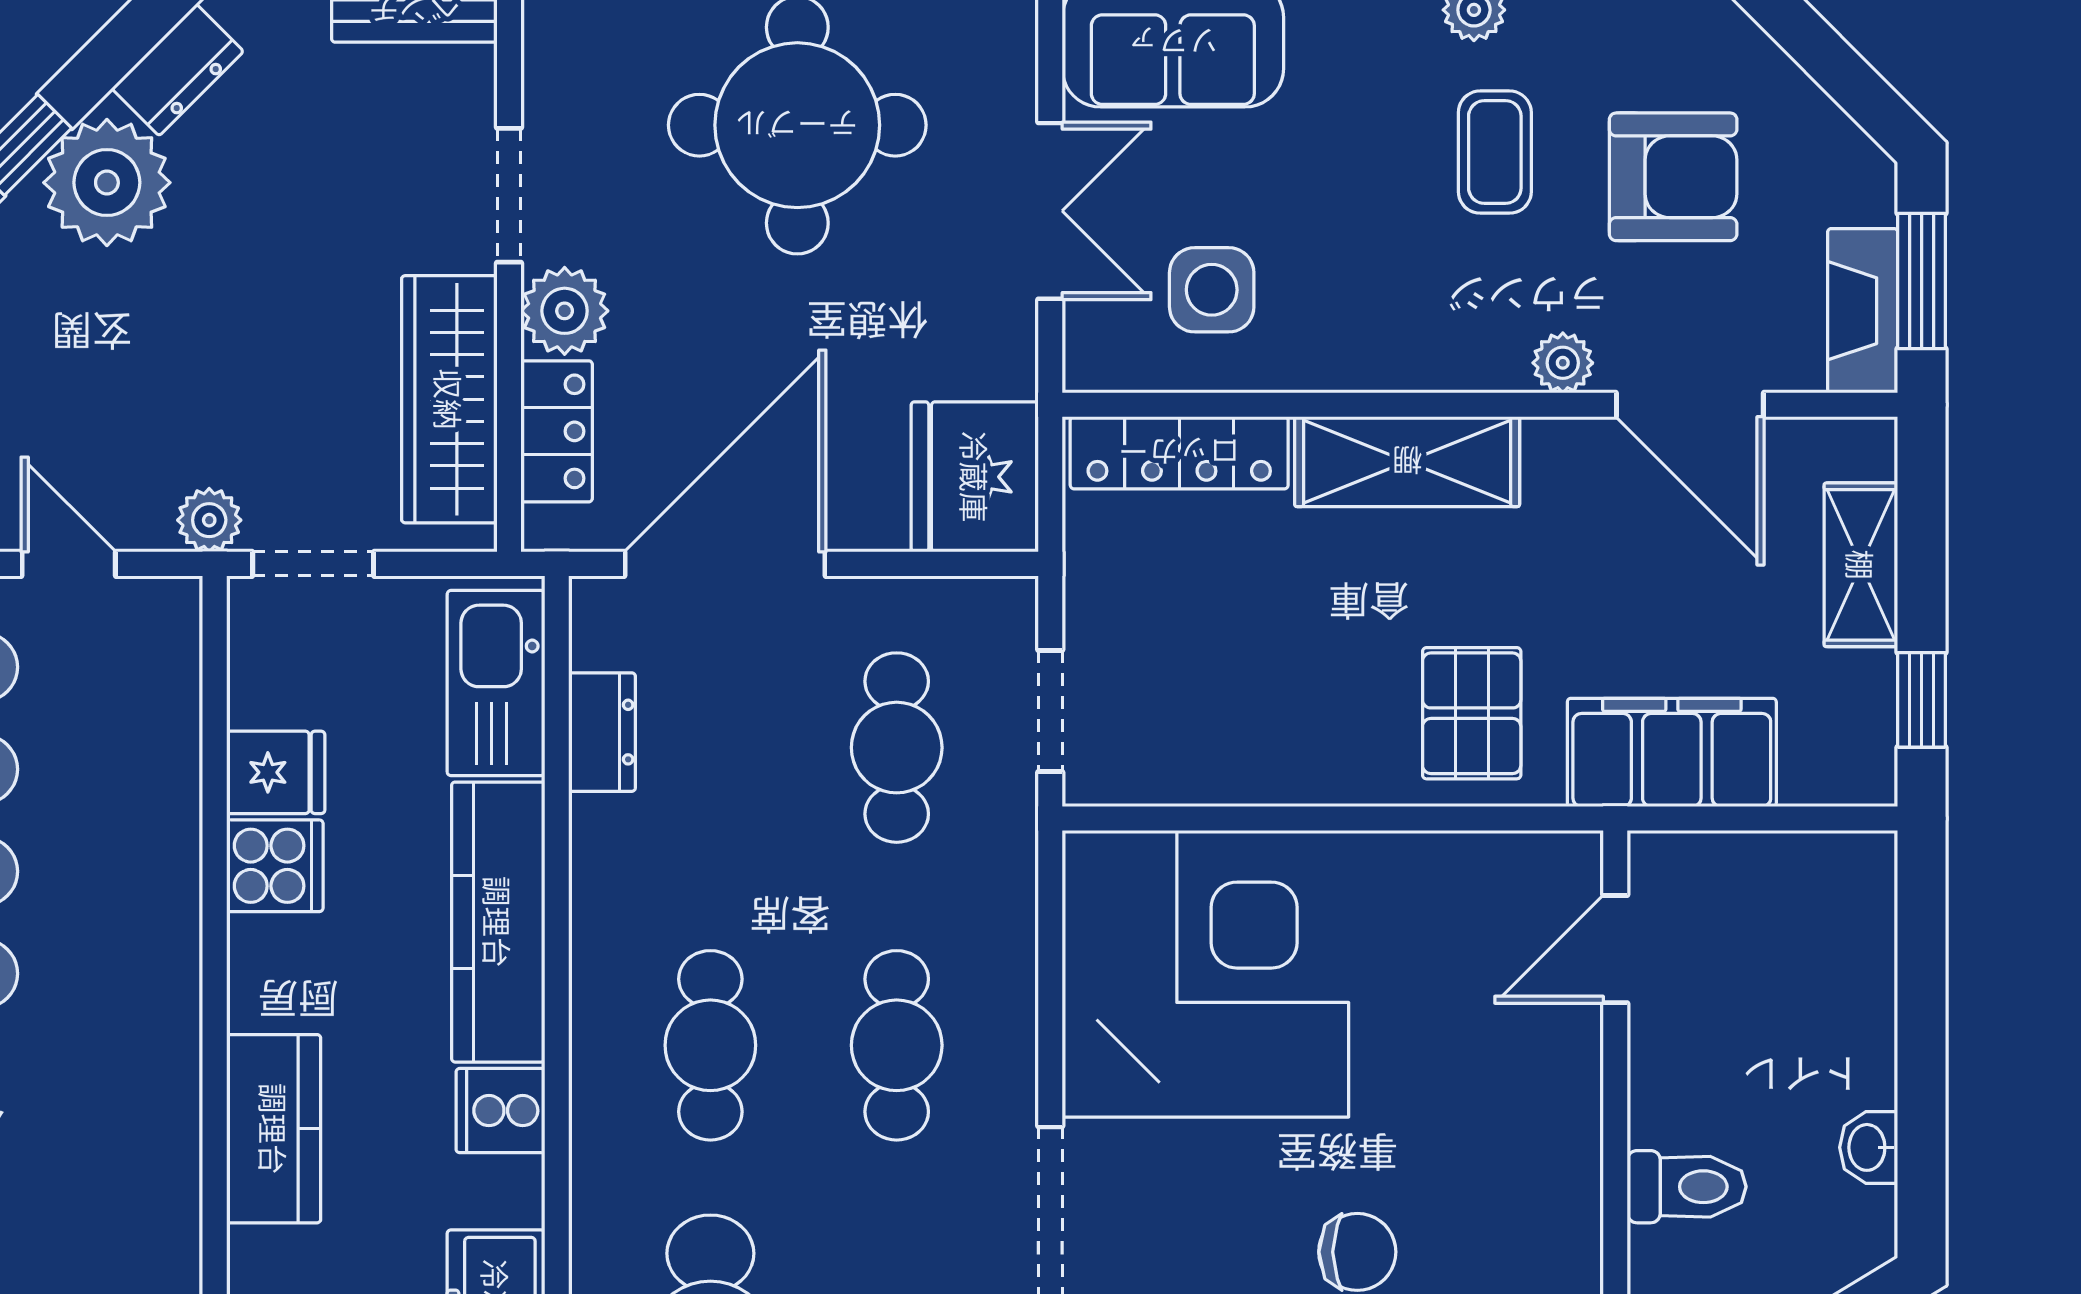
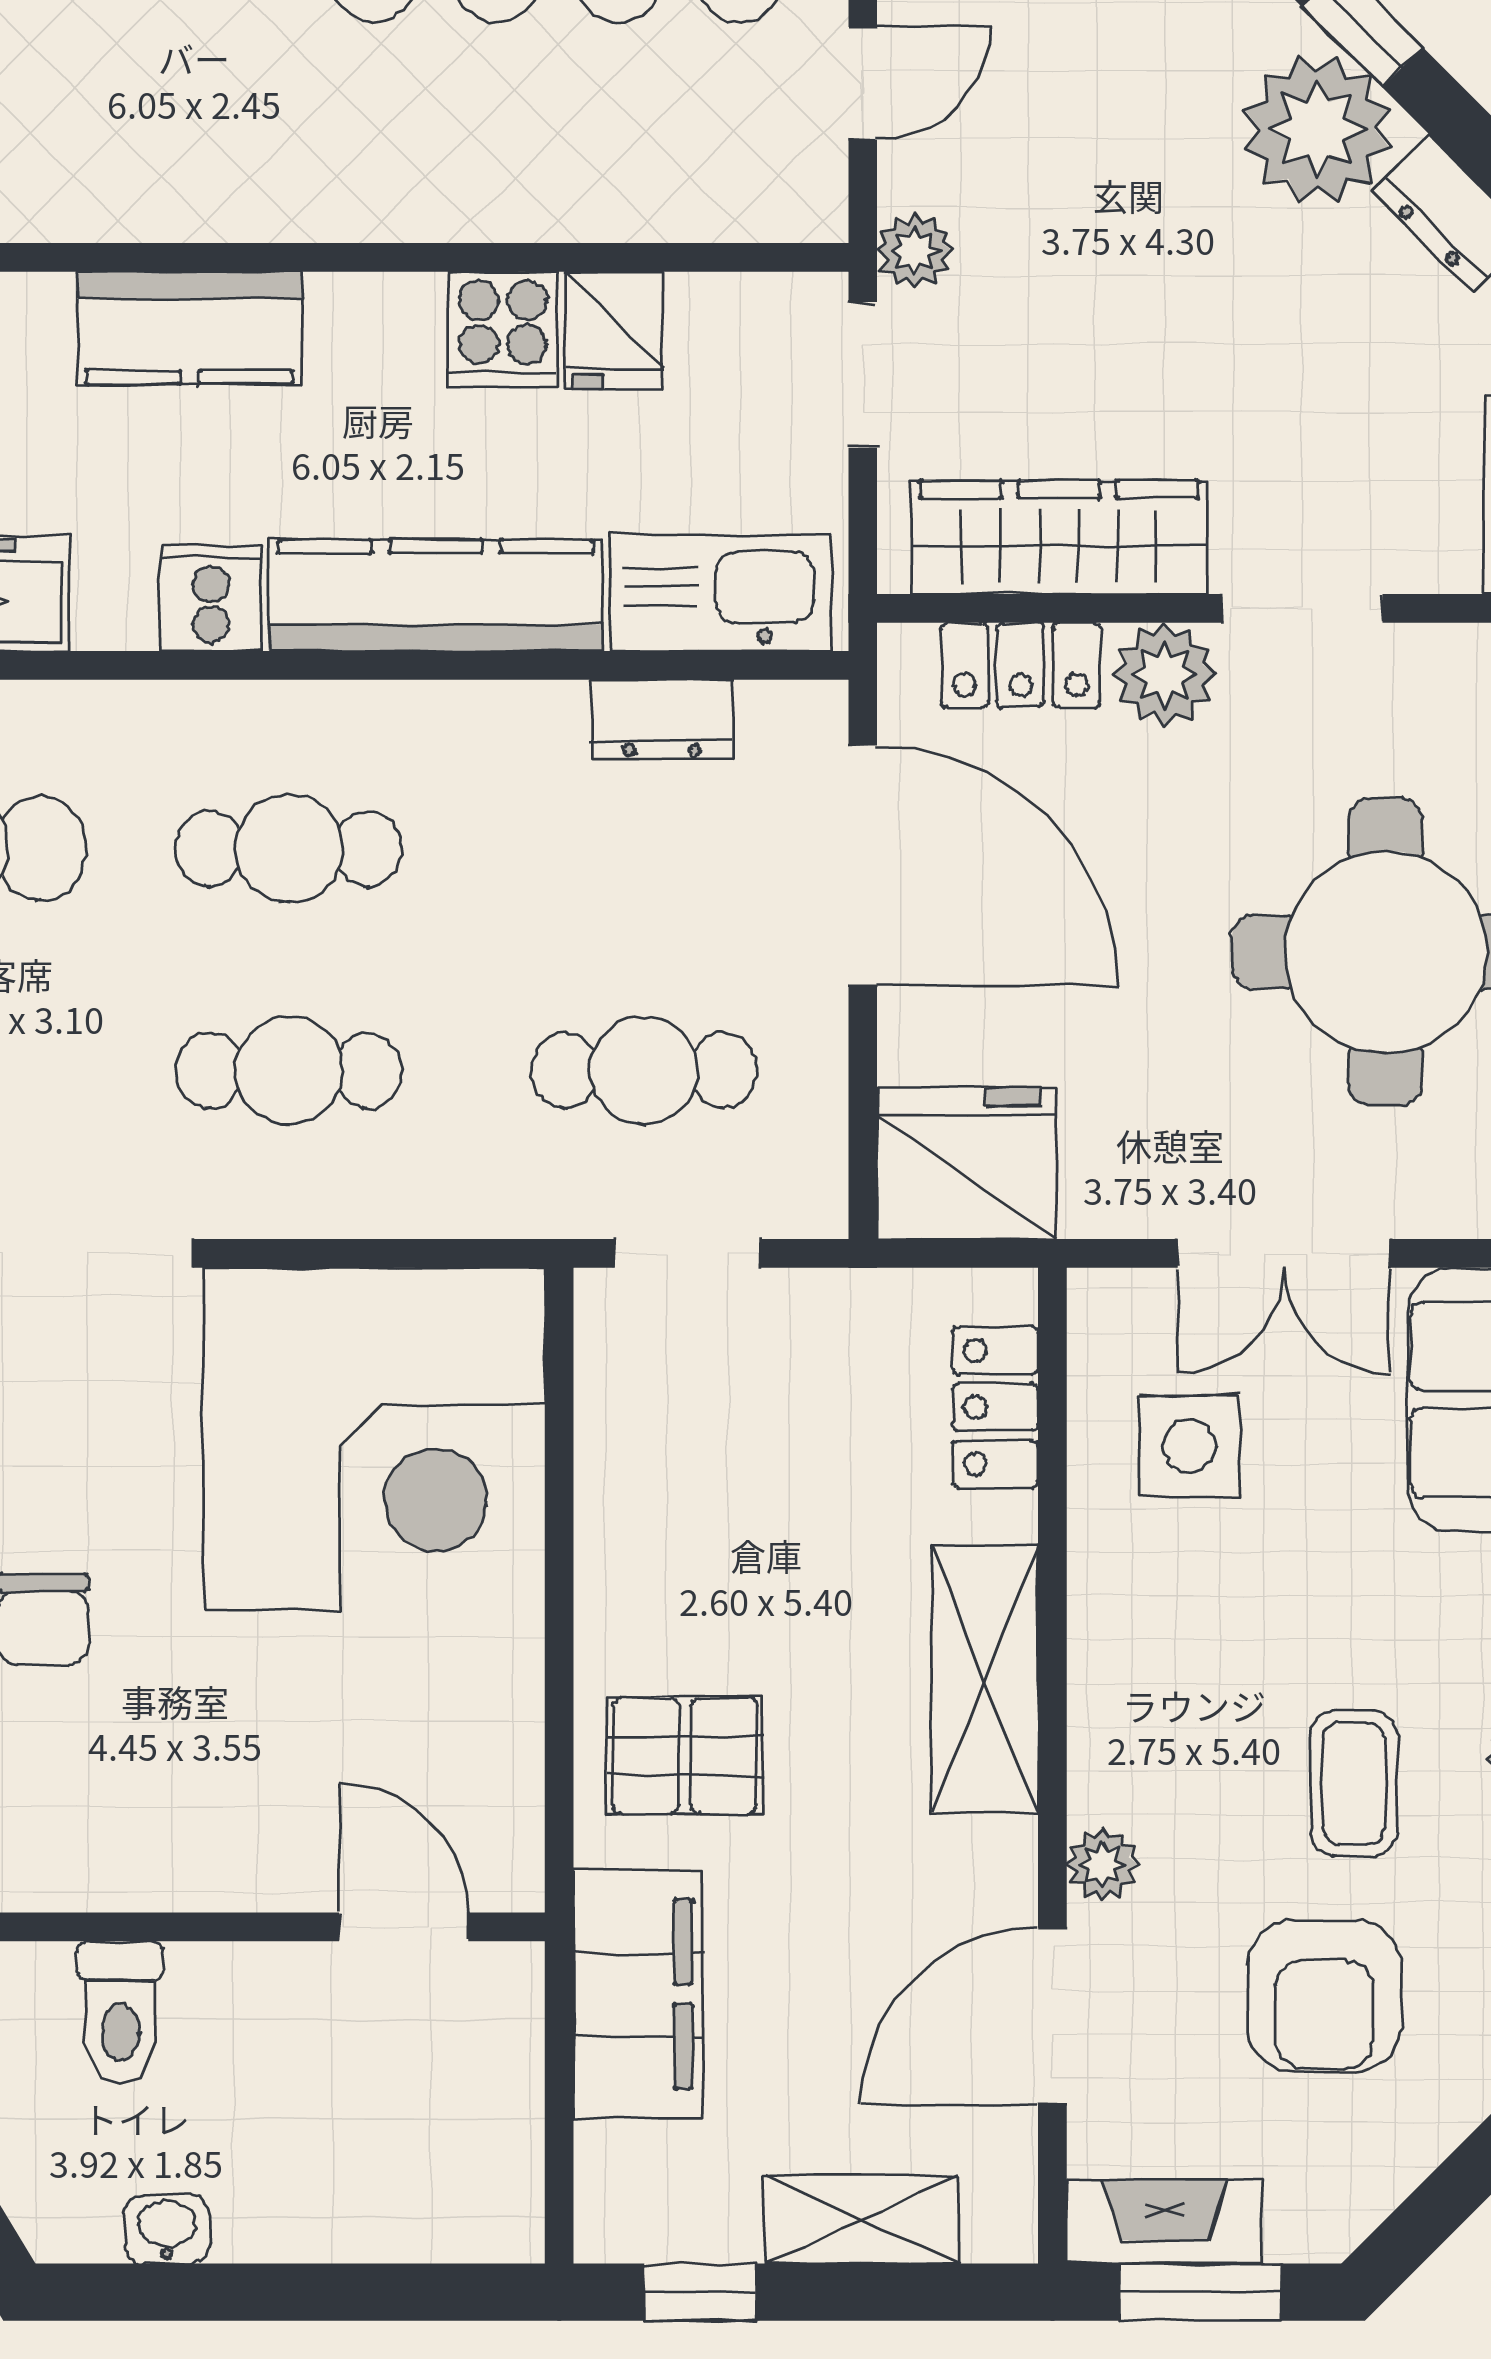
coffee table: (1495, 152) -> (1354, 1783), turned 90
locker: (1179, 453) -> (995, 1407), width x0.66

